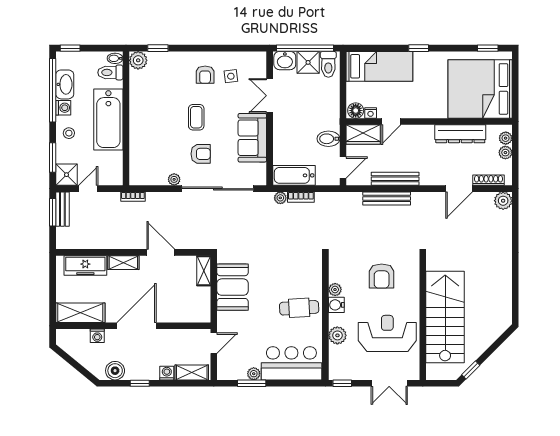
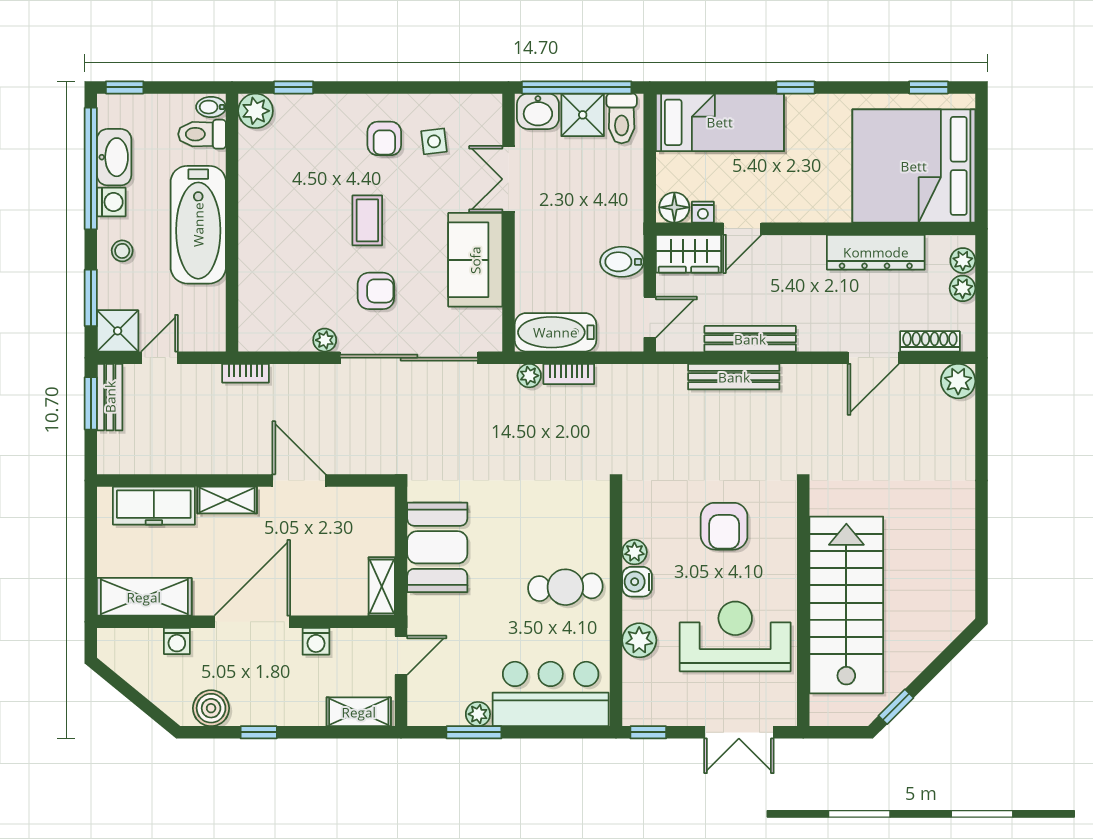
shelving: (204, 271) -> (382, 586), moved
washing machine: (167, 373) -> (316, 641), moved, turned 180

